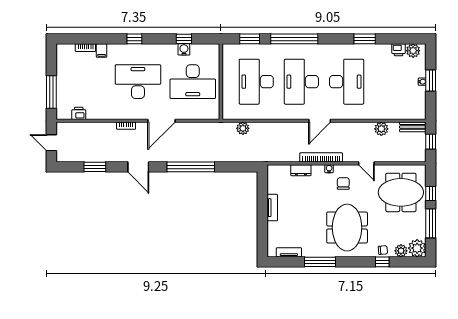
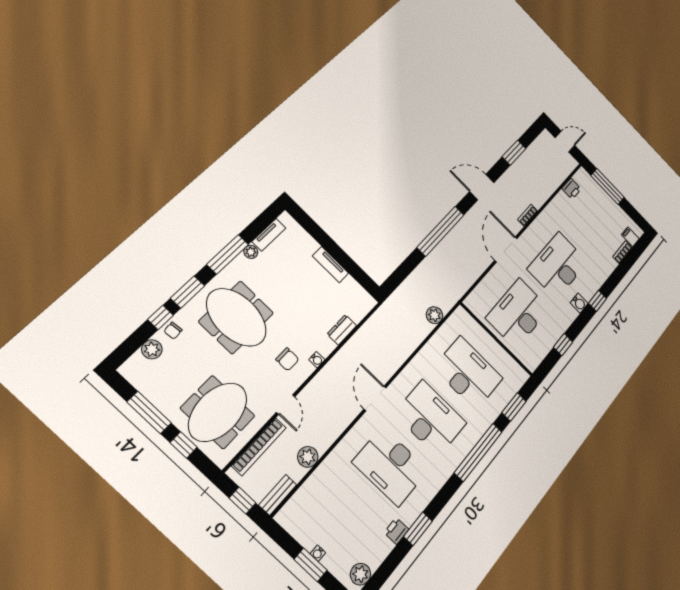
water cooler: (184, 49) -> (579, 303), moved
printer: (399, 50) -> (397, 531), moved
filing cabinet: (102, 51) -> (630, 237), moved
desk: (138, 82) -> (558, 265), turned 180
bookcase: (321, 157) -> (259, 447), moved
door: (366, 163) -> (286, 405), swing flipped
plant: (417, 248) -> (251, 252), moved, width x0.53, depth x0.53
window: (358, 262) -> (188, 292), added

